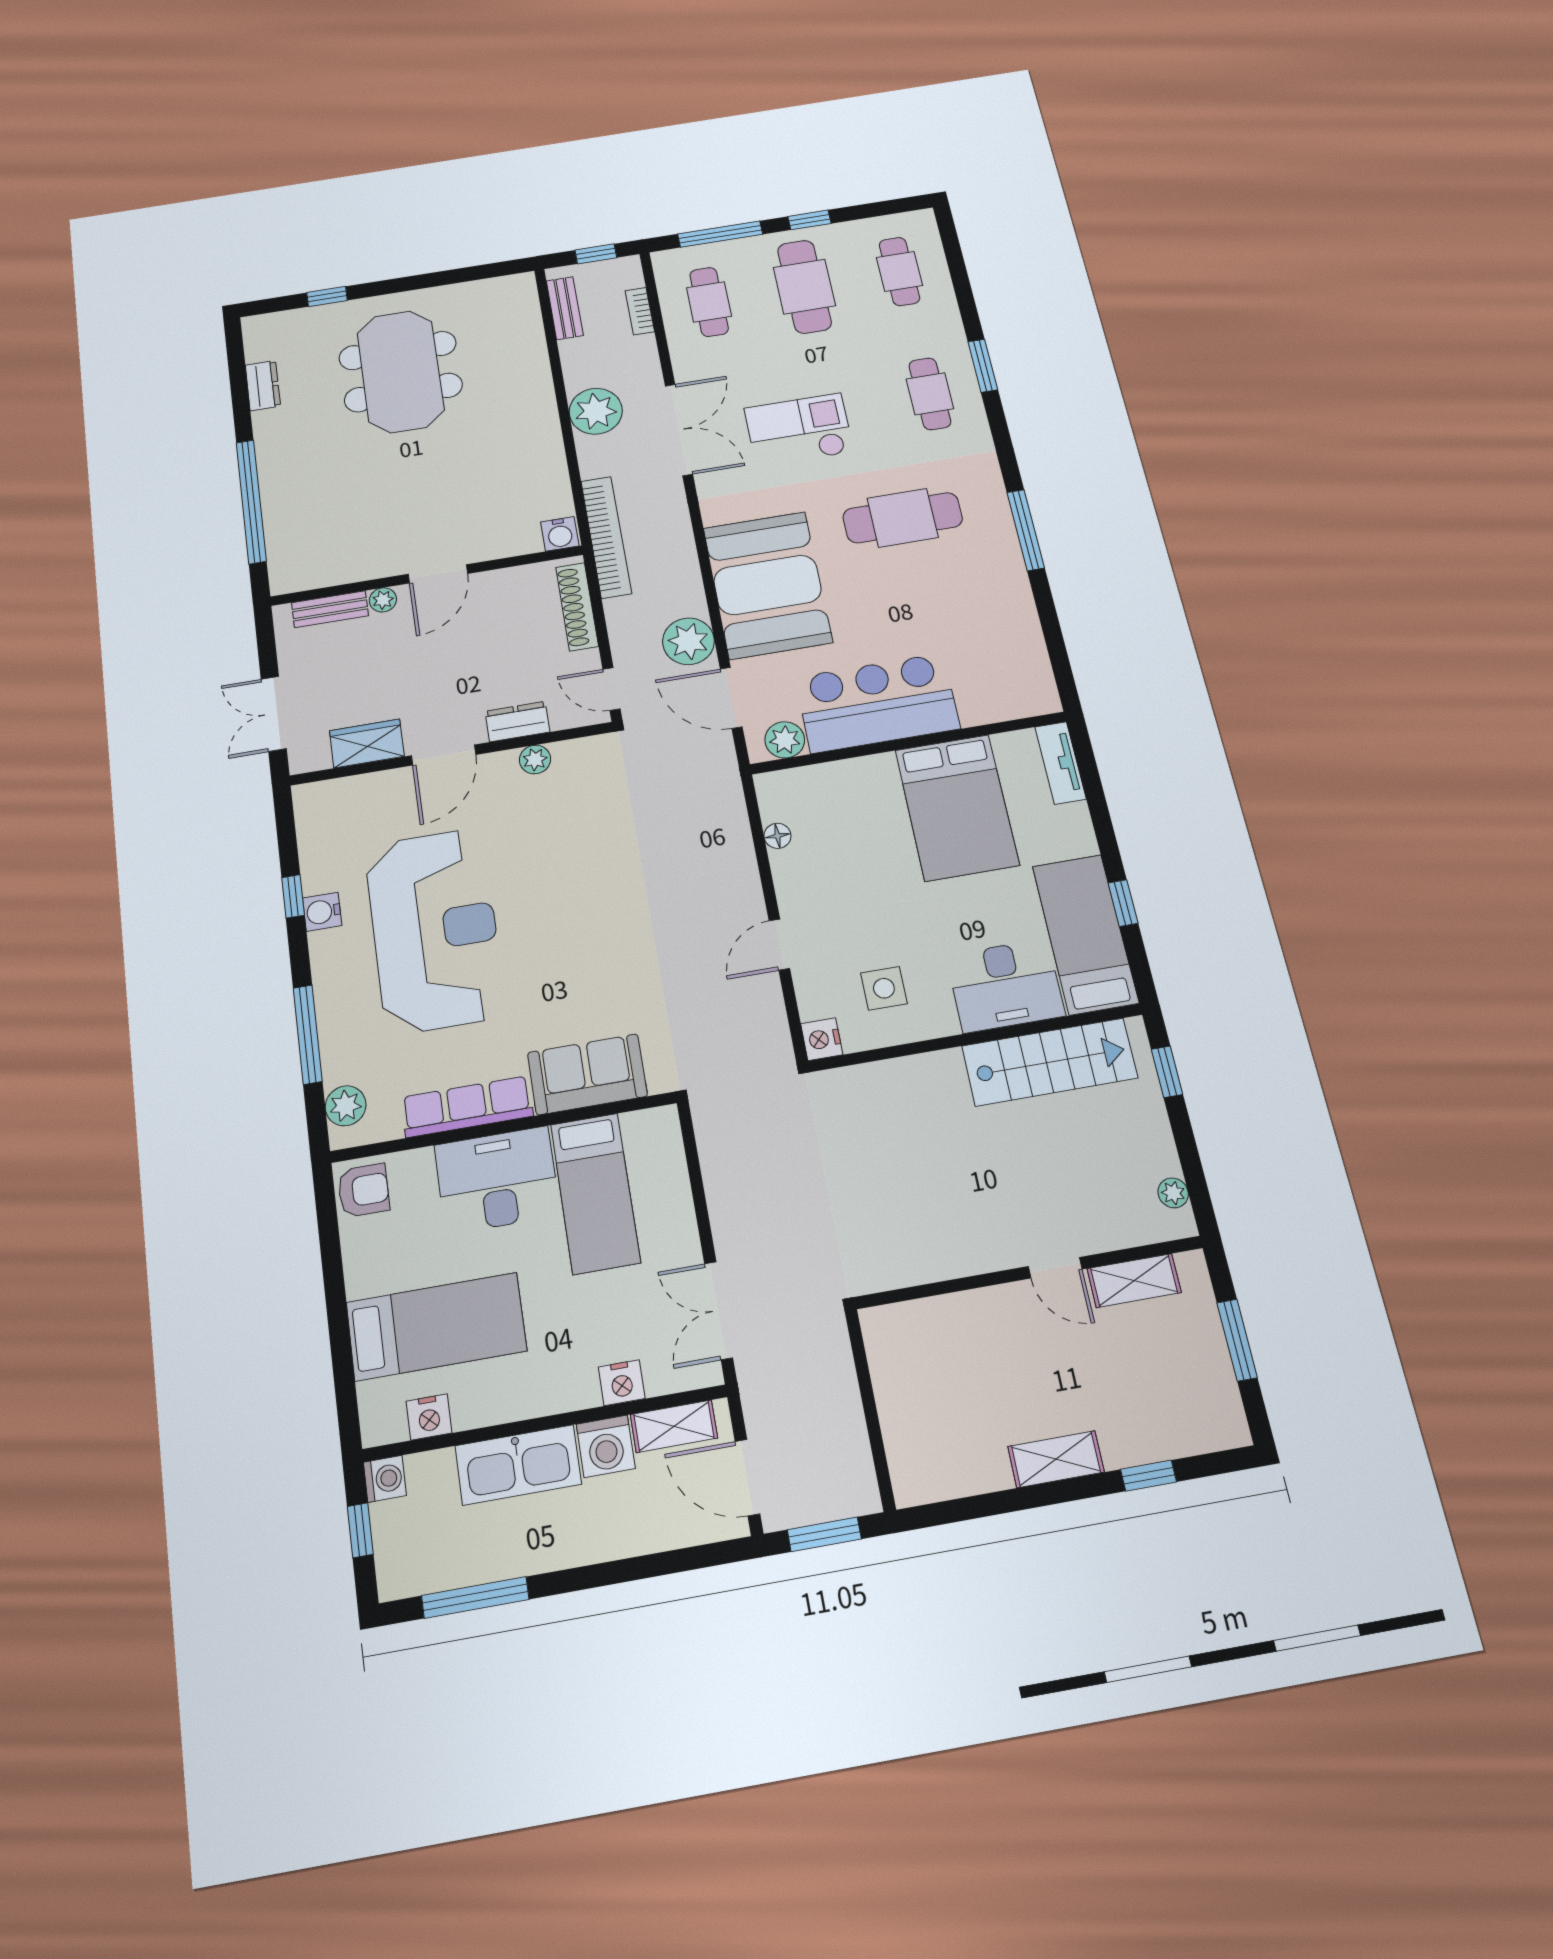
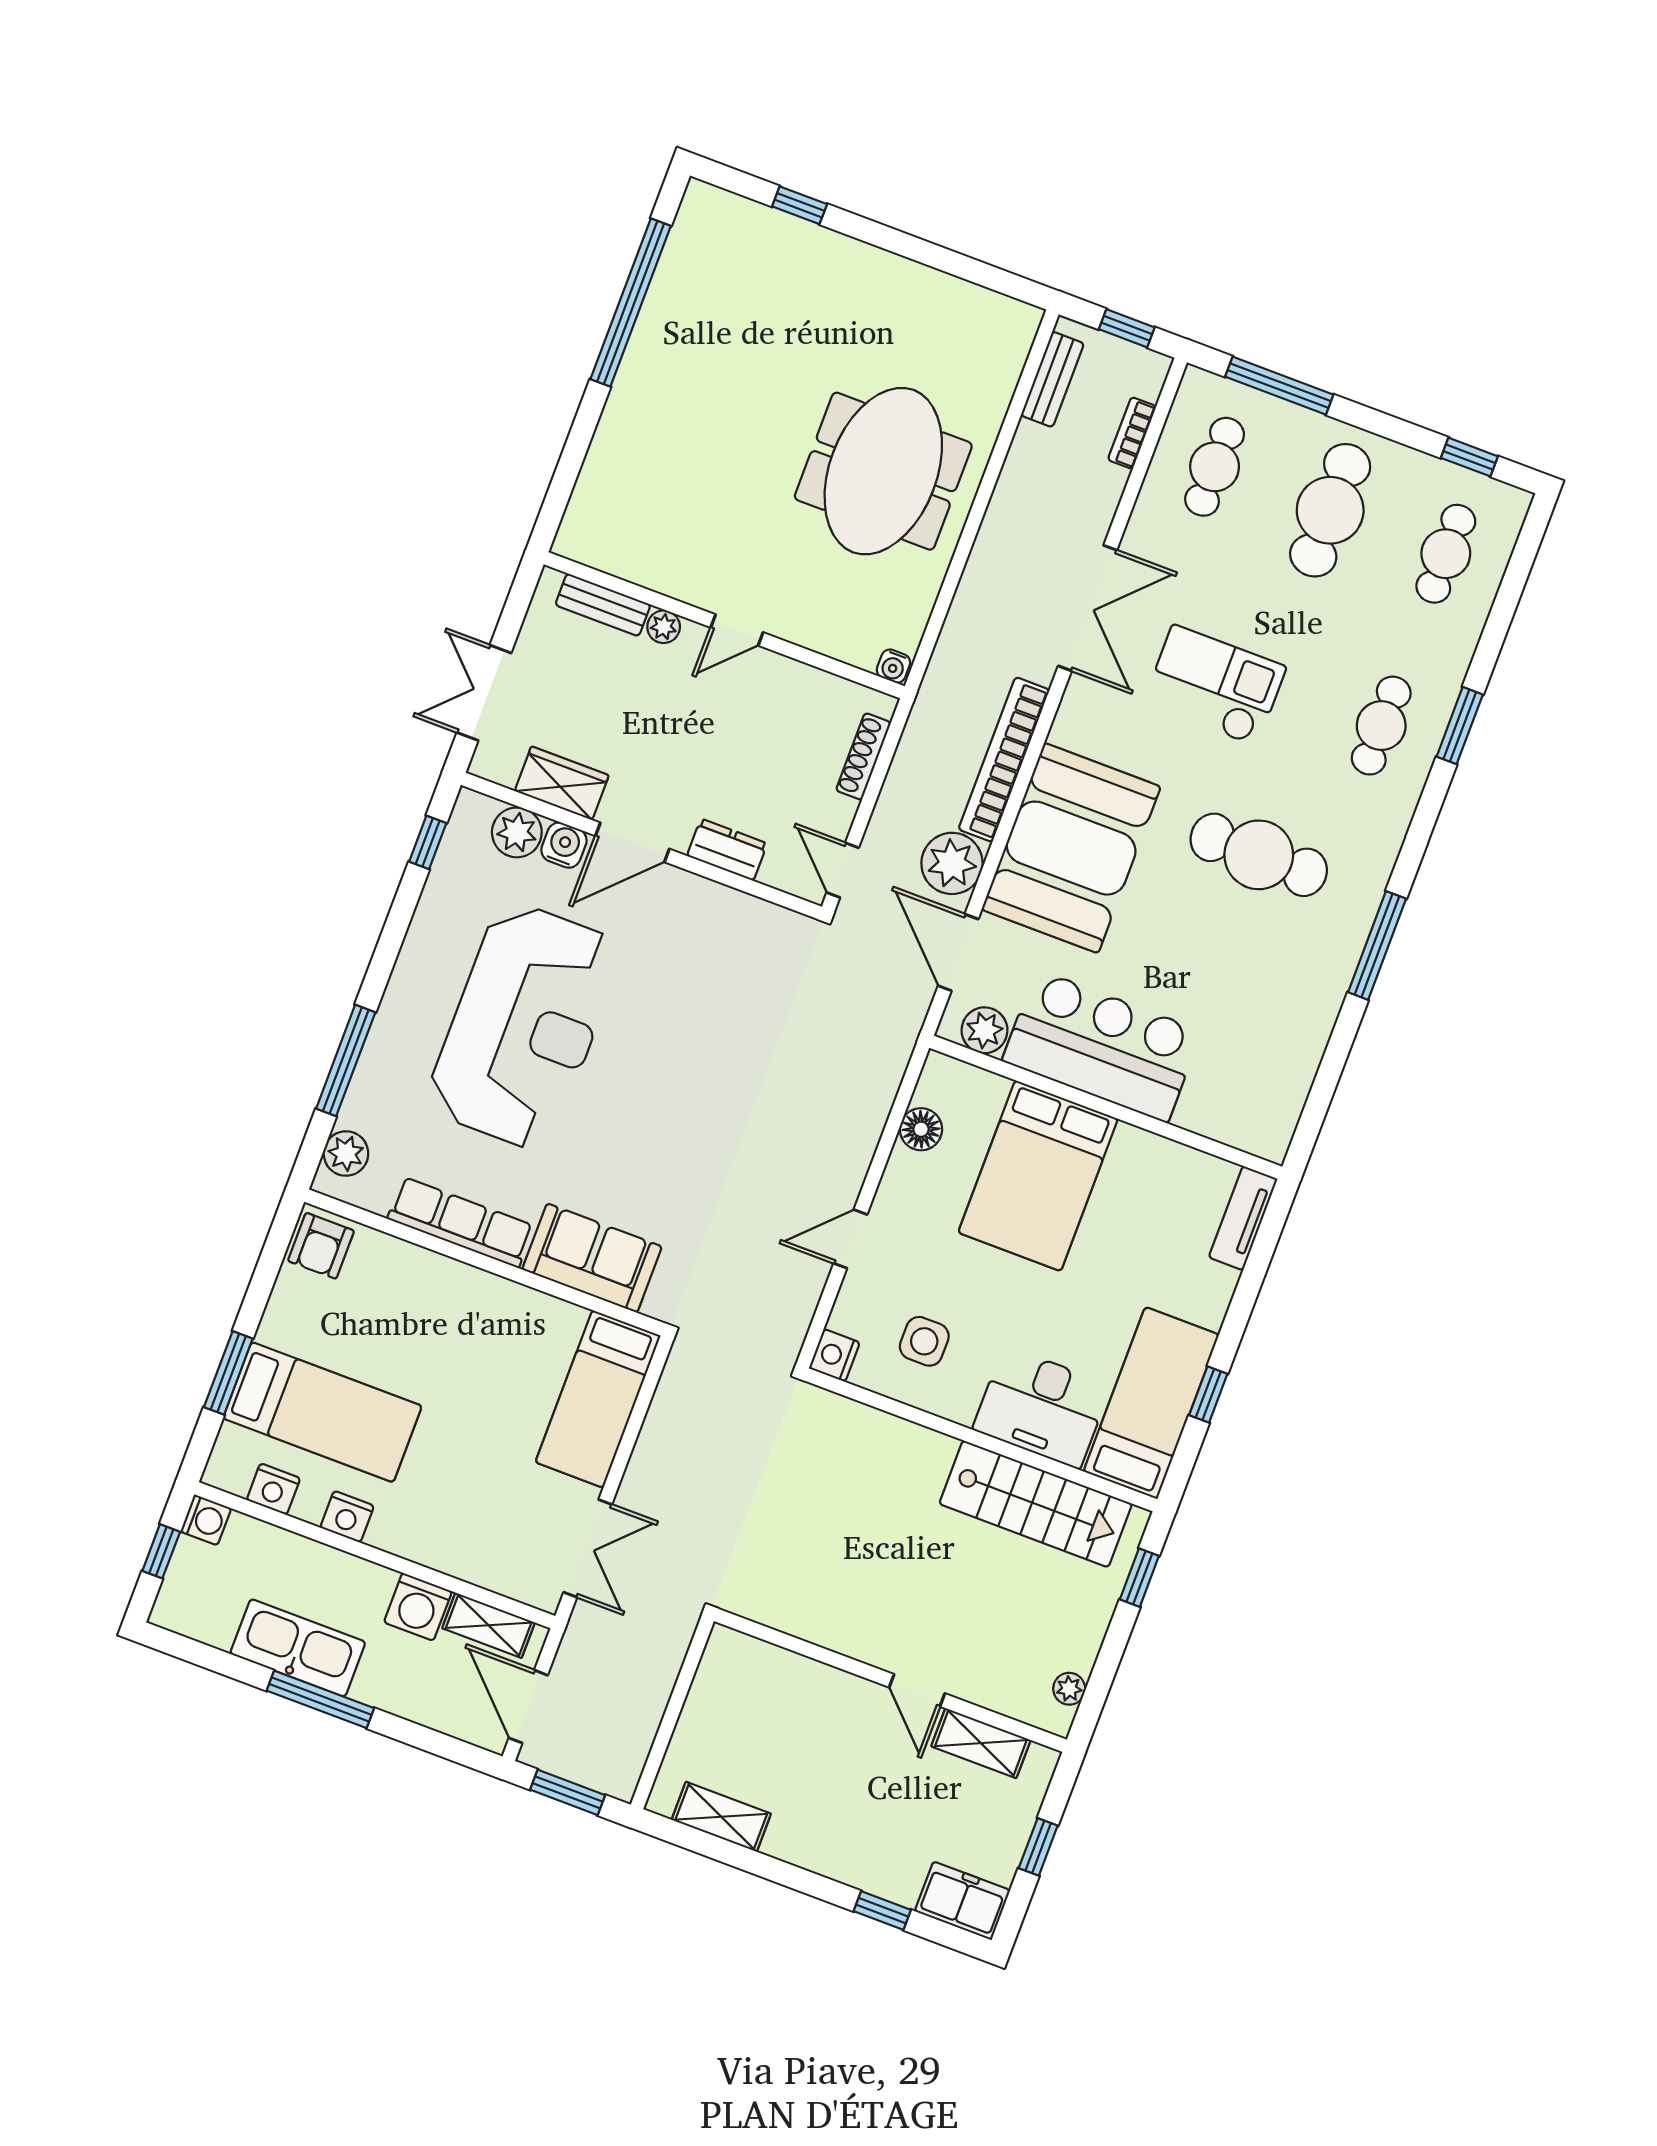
window: (809, 220) -> (1469, 457), moved
meeting table: (400, 371) -> (883, 471), moved
dresser: (263, 386) -> (670, 282), removed
plant: (596, 411) -> (1012, 532), removed
window: (251, 502) -> (631, 303), moved
water cooler: (560, 534) -> (893, 666), width x0.72, depth x0.72
bookcase: (606, 537) -> (1004, 760), moved, turned 180
door: (438, 574) -> (737, 630), width x0.73
shoe rack: (577, 607) -> (863, 756), width x0.74, depth x0.81
plant: (535, 759) -> (517, 832), moved, width x1.38, depth x1.38
bed: (957, 807) -> (1038, 1176), moved
floor lamp: (777, 836) -> (921, 1129), width x1.37, depth x1.37
window: (293, 896) -> (428, 842), moved
water cooler: (322, 912) -> (564, 845), moved, turned 90
desk: (497, 1180) -> (451, 1309), removed
armchair: (364, 1190) -> (321, 1246), turned 90
bed: (595, 1193) -> (598, 1399), moved
double door: (719, 1310) -> (588, 1548), swing flipped
window: (340, 1340) -> (228, 1373), added
window: (1237, 1340) -> (1038, 1847), width x0.67
nightstand: (622, 1383) -> (347, 1517), moved
freezer: (1208, 1425) -> (962, 1901), added
shelving: (1056, 1459) -> (721, 1817), moved
kitchen sink: (518, 1465) -> (298, 1648), moved, turned 180
window: (475, 1597) -> (320, 1699), moved

